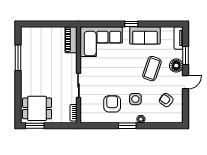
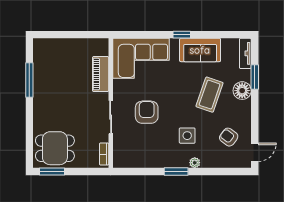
piano: (71, 40) -> (101, 74), moved
door: (186, 82) -> (255, 152), moved
armchair: (112, 104) -> (147, 112), moved

